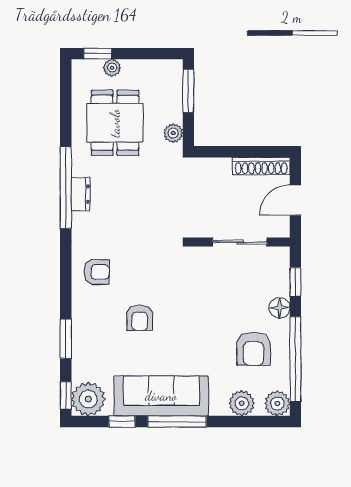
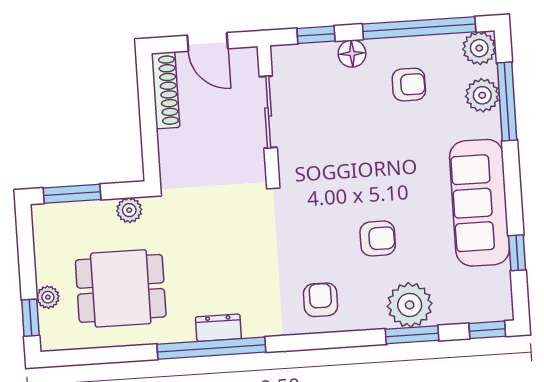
armchair: (253, 349) -> (409, 85), width x0.72, depth x0.72
plant: (88, 399) -> (410, 305), moved
window: (177, 422) -> (507, 102), moved

